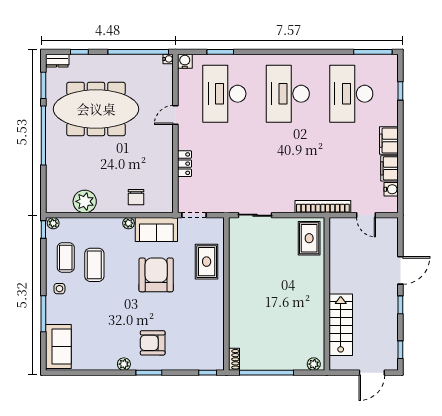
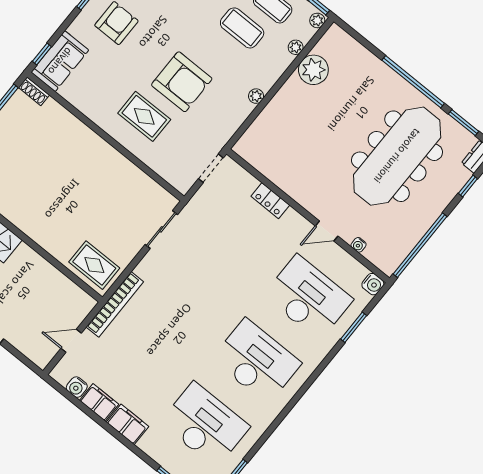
water cooler: (168, 59) -> (359, 245), moved
door: (175, 115) -> (327, 231), swing flipped
chair: (136, 197) -> (276, 125), removed
plant: (80, 223) -> (296, 47), added
sofa: (156, 230) -> (60, 61), moved, turned 180
rug: (207, 262) -> (144, 116), moved

